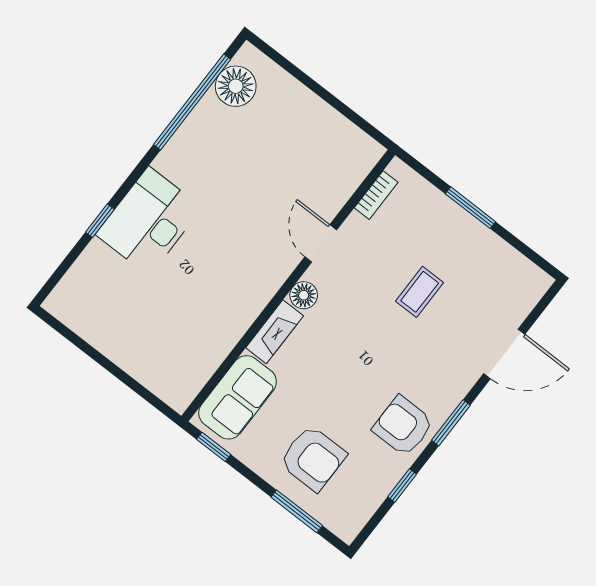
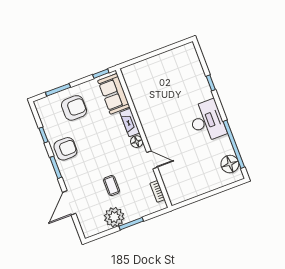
desk: (149, 221) -> (207, 121), moved
plant: (478, 249) -> (114, 217), added
armchair: (313, 458) -> (74, 108), turned 180

